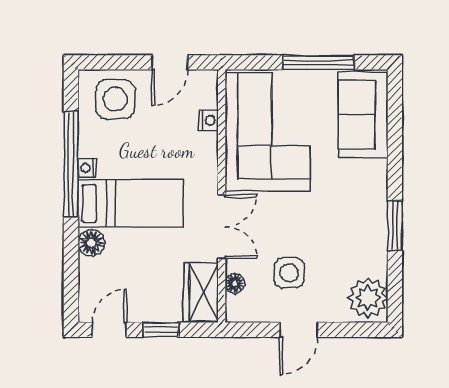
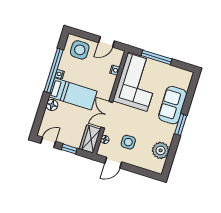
window: (318, 62) -> (156, 57), moved
sofa: (363, 115) -> (173, 105), moved
window: (395, 225) -> (181, 125), moved
double door: (222, 227) -> (107, 115), swing flipped
plant: (368, 298) -> (161, 150), moved
door: (299, 330) -> (113, 163), moved

